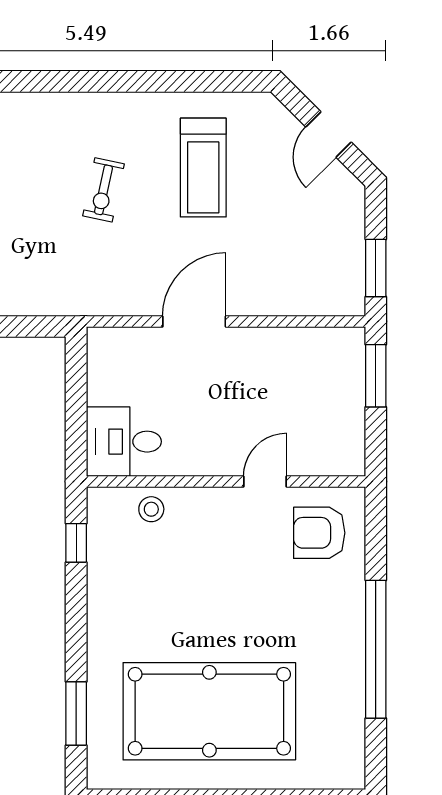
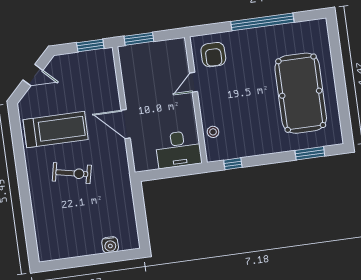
treadmill: (203, 168) -> (56, 130), width x1.37, depth x1.38
exercise bike: (103, 190) -> (72, 173), width x1.38, depth x1.39
desk: (124, 442) -> (178, 149), width x1.37
door: (265, 481) -> (193, 82), hinge flipped

